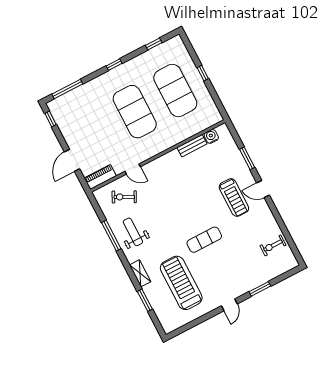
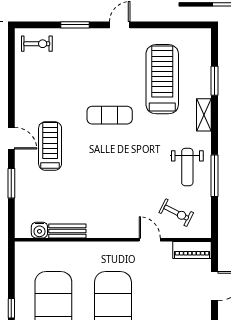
exercise bike: (273, 245) -> (37, 44), moved
treadmill: (181, 283) -> (162, 79), turned 180

